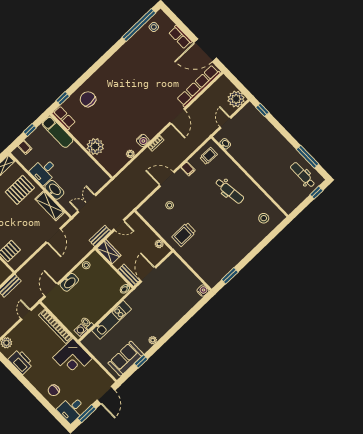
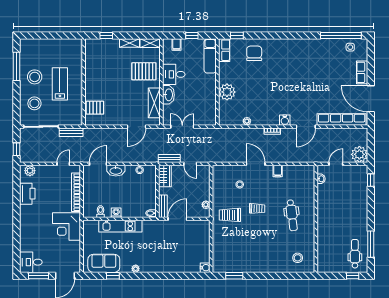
water cooler: (143, 140) -> (285, 120), moved
trolley: (209, 156) -> (257, 208), moved
washing machine: (81, 331) -> (116, 213), moved
chair: (54, 390) -> (31, 237), removed

